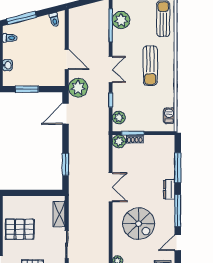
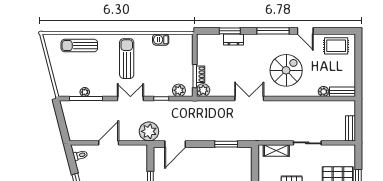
plant: (121, 20) -> (85, 92), width x0.53, depth x0.53
door: (67, 59) -> (109, 143), moved
sun lounger: (150, 66) -> (127, 59), turned -90
door: (65, 114) -> (175, 144), hinge flipped
barbecue: (169, 116) -> (161, 40), moved
window: (178, 168) -> (230, 31), width x0.69
dresser: (169, 190) -> (233, 40), moved

